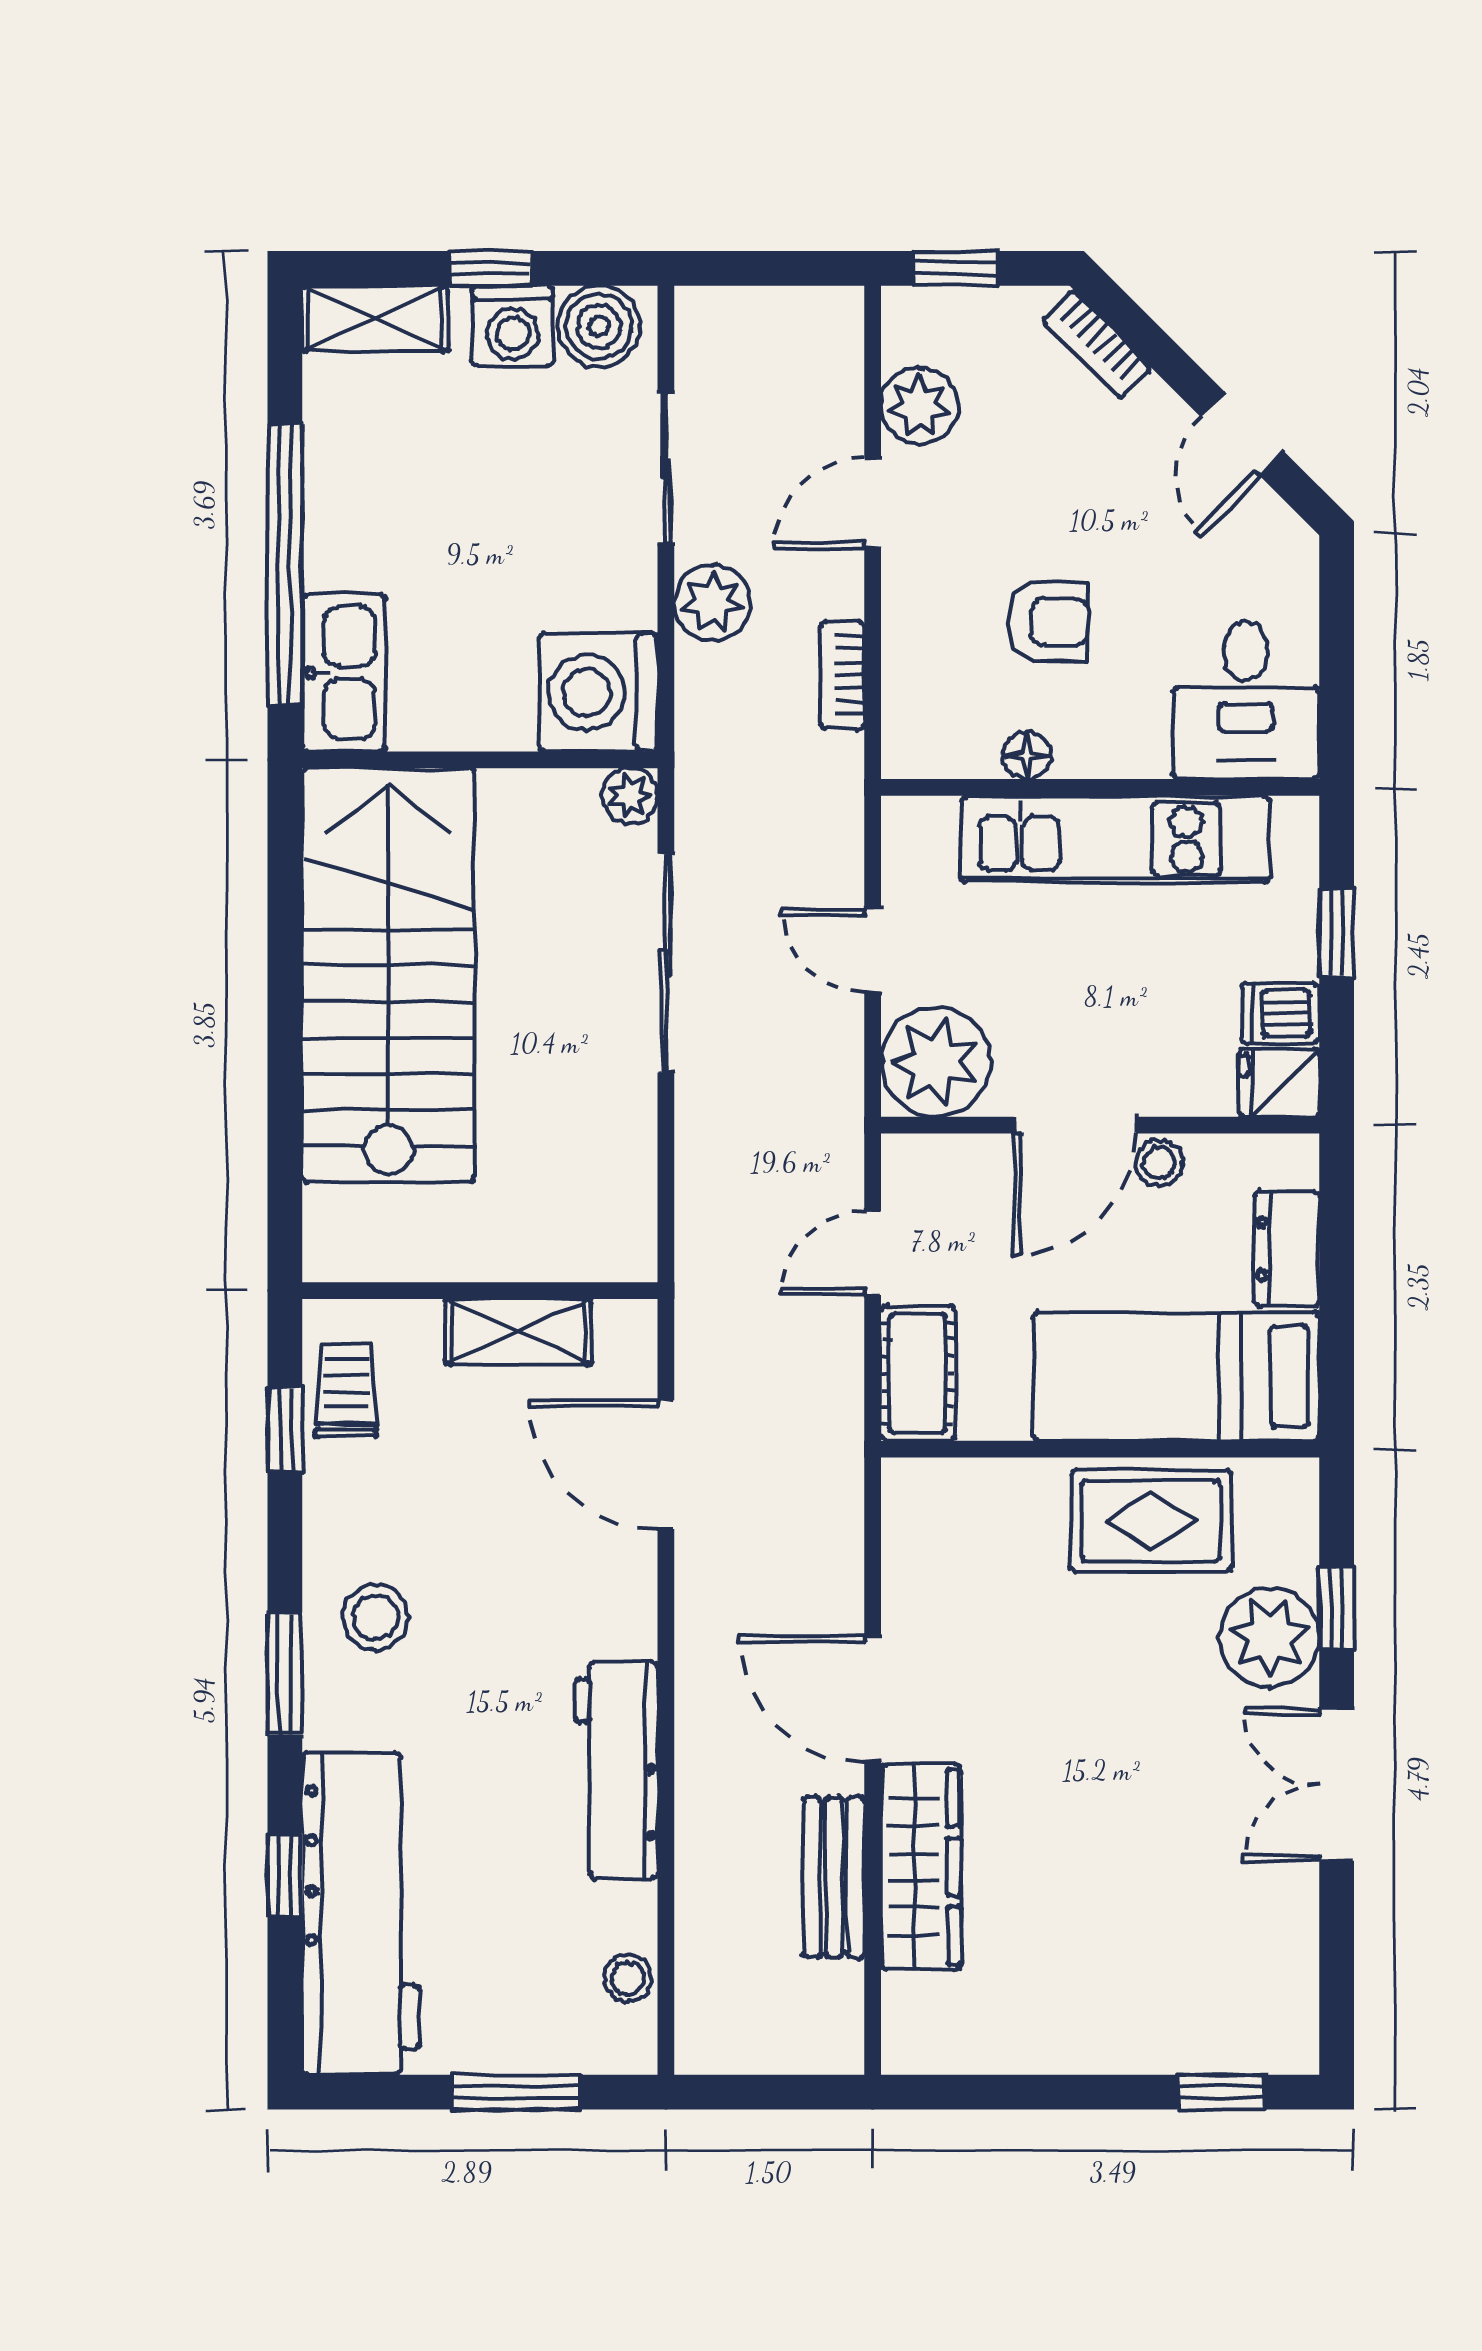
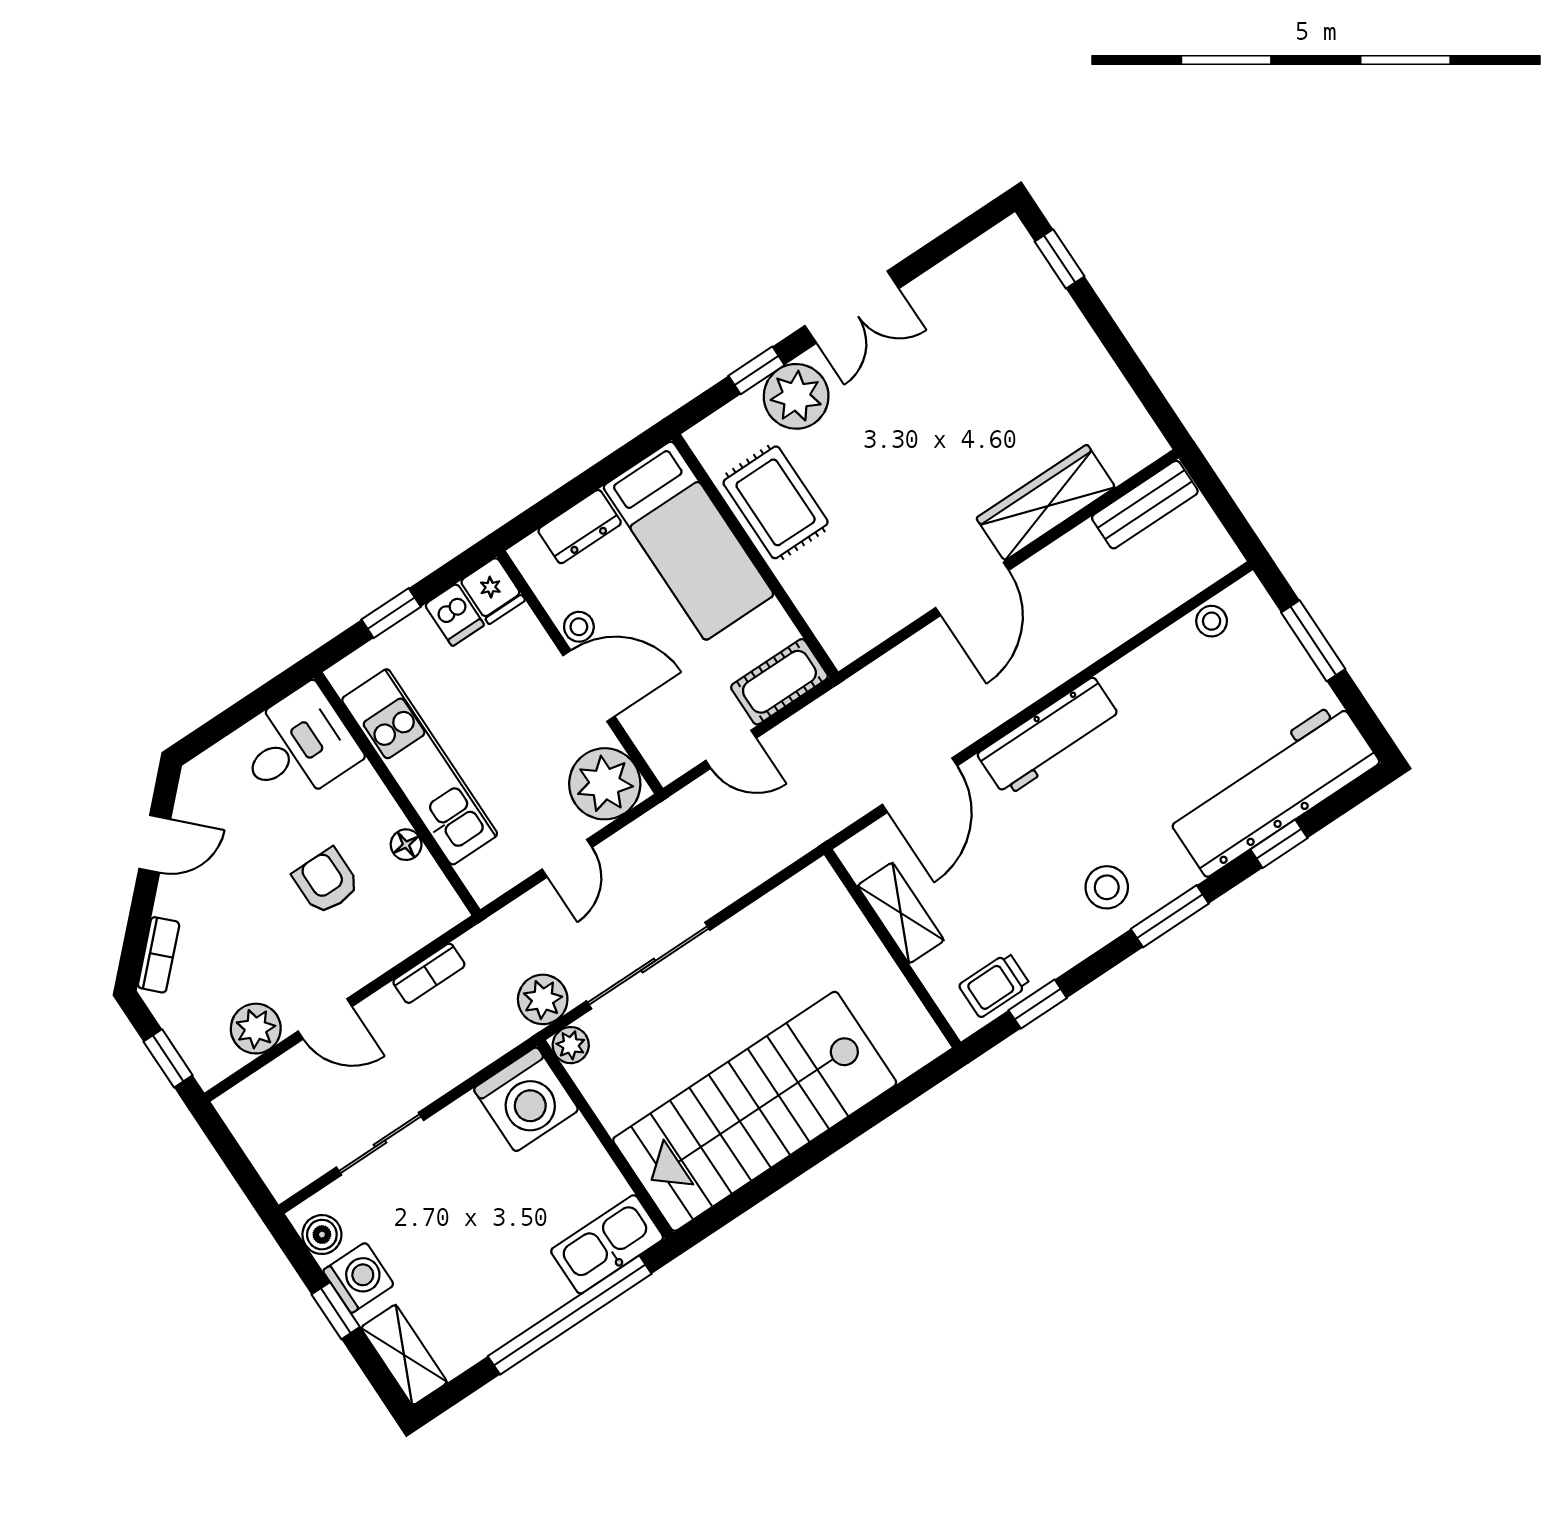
boiler: (599, 326) -> (322, 1235), width x0.73, depth x0.73
plant: (712, 602) -> (543, 999), moved
workbench: (617, 1770) -> (1050, 737), moved
bench: (834, 1877) -> (1145, 505), moved

